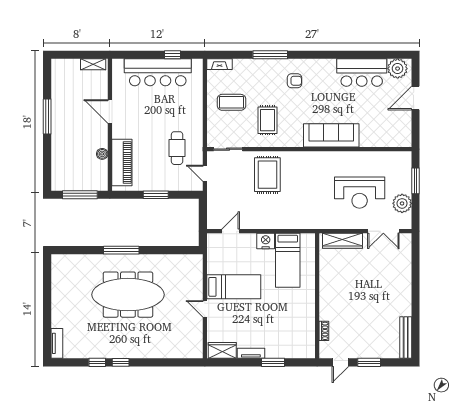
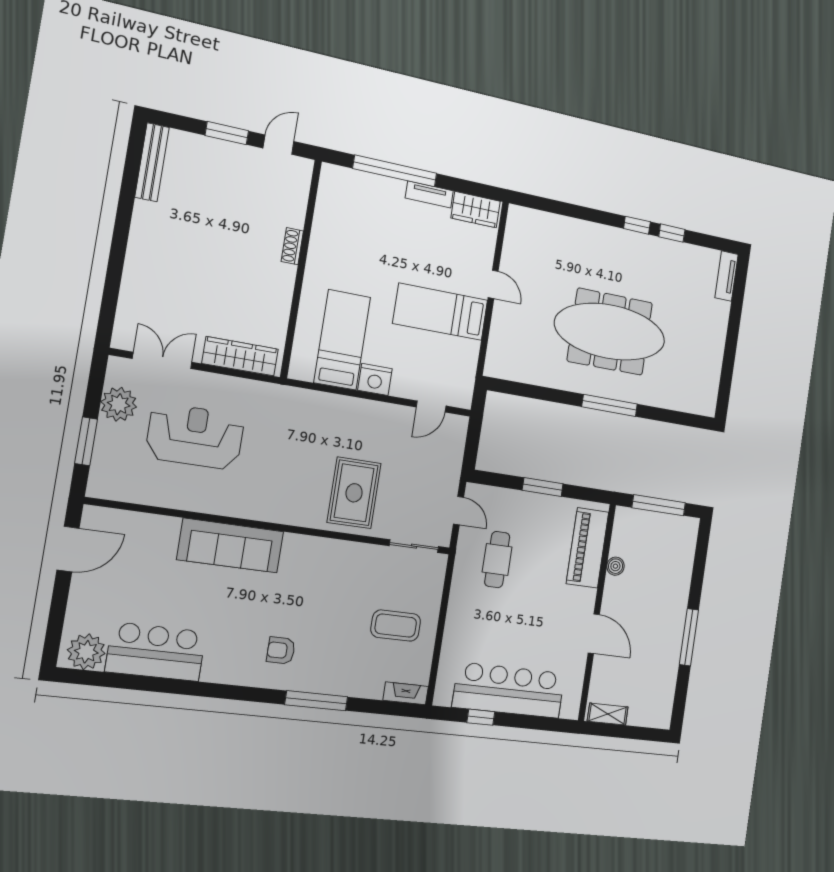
door: (415, 98) -> (68, 549), moved
rug: (268, 120) -> (339, 587), removed
shoe rack: (324, 331) -> (292, 246), moved
window: (273, 362) -> (395, 171), width x2.11

